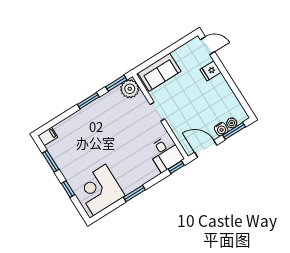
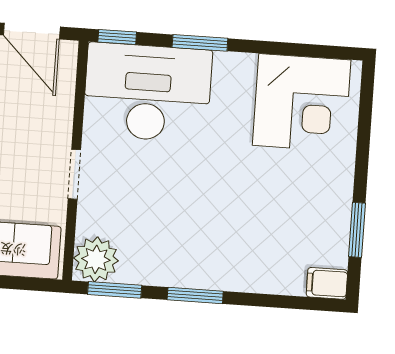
desk: (165, 154) -> (147, 92), width x1.87, depth x1.30
window: (68, 189) -> (363, 150), removed
window: (134, 193) -> (200, 43), moved

